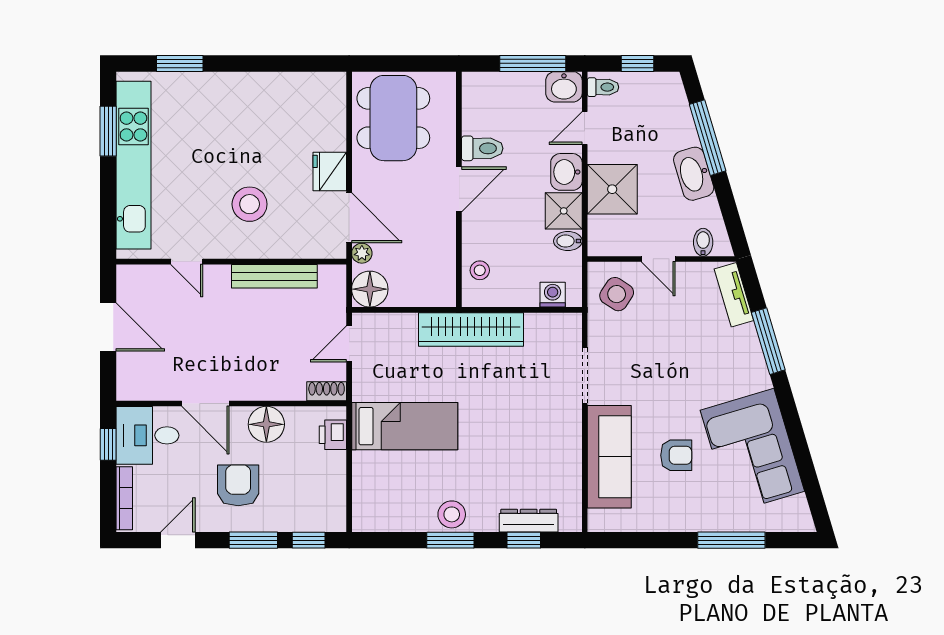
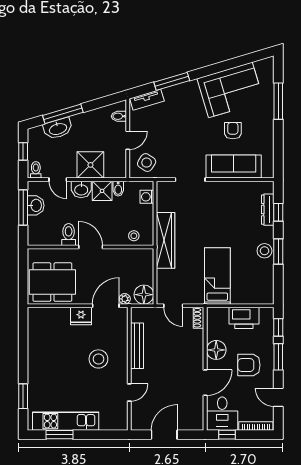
washbasin: (564, 87) -> (36, 205), moved
kitchen unit: (133, 165) -> (66, 421), width x0.73
washbasin: (694, 174) -> (58, 129), moved
printer: (333, 435) -> (244, 318), moved, width x1.87, depth x1.48

